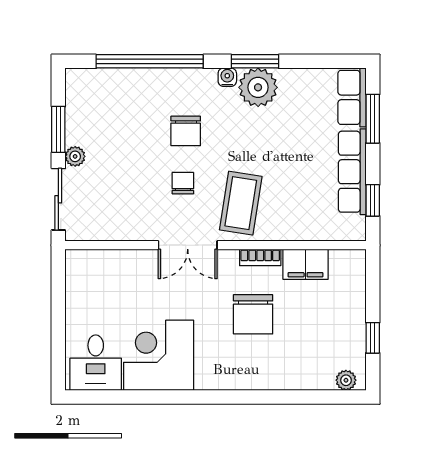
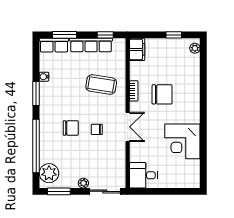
water cooler: (227, 77) -> (44, 77), moved
plant: (258, 87) -> (49, 173), moved
window: (58, 129) -> (59, 191), moved
coffee table: (241, 203) -> (101, 84), moved
filing cabinet: (306, 264) -> (137, 49), moved
desk: (96, 363) -> (143, 175), moved, turned 180

